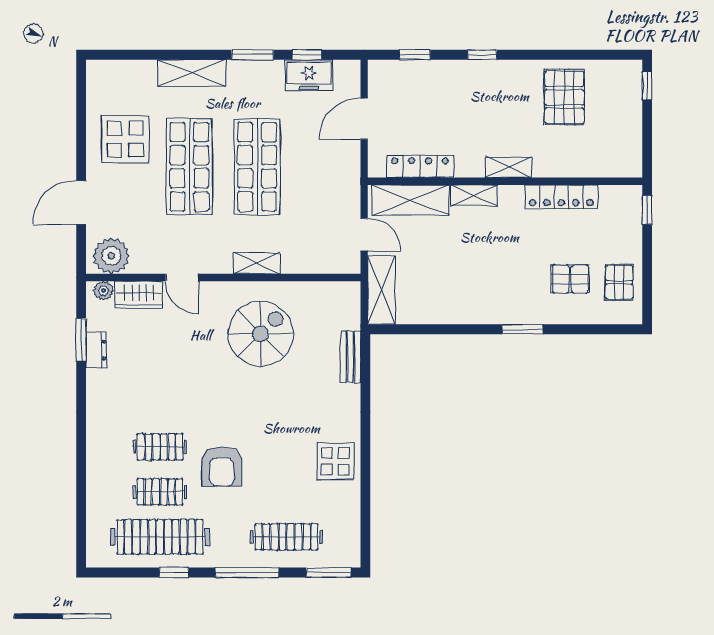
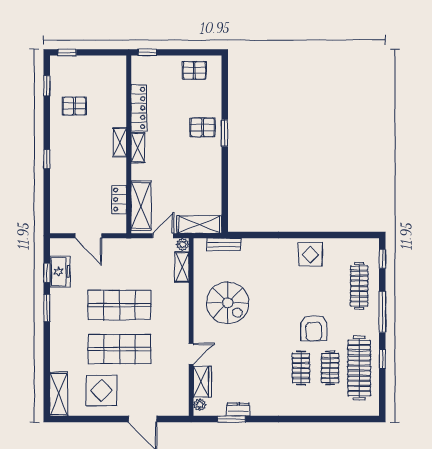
window: (415, 55) -> (47, 86), moved
shelving: (192, 73) -> (59, 394), moved
pallet: (564, 97) -> (74, 106), width x0.67, depth x0.71
locker: (420, 166) -> (119, 200), width x0.66
shelving: (474, 195) -> (138, 148), moved
plant: (111, 256) -> (183, 244), moved, width x0.53, depth x0.53
shelving: (257, 263) -> (182, 267), moved
pallet: (570, 279) -> (203, 127), moved, turned 90
spiral stairs: (261, 334) -> (228, 303), turned 180
bench: (351, 357) -> (224, 245), moved
armchair: (222, 467) -> (314, 328), turned 90
window: (329, 573) -> (382, 259), width x0.67

